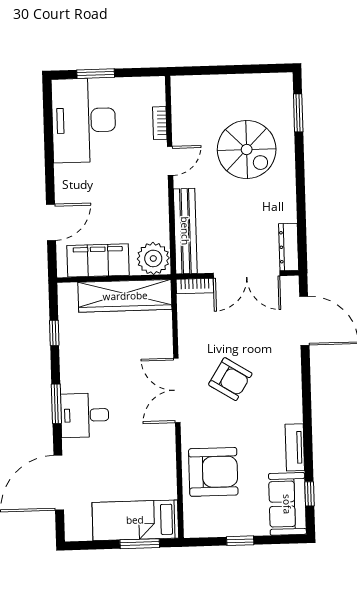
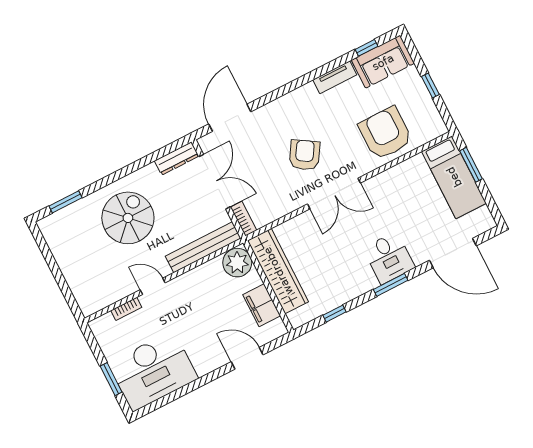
spiral stairs: (247, 149) -> (128, 218), moved
filing cabinet: (98, 260) -> (262, 305), width x0.67, depth x0.86

